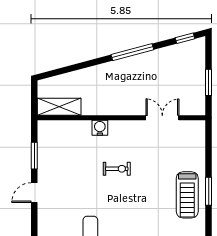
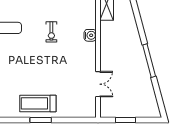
window: (185, 38) -> (160, 102), removed
exercise bike: (117, 169) -> (51, 32), moved

